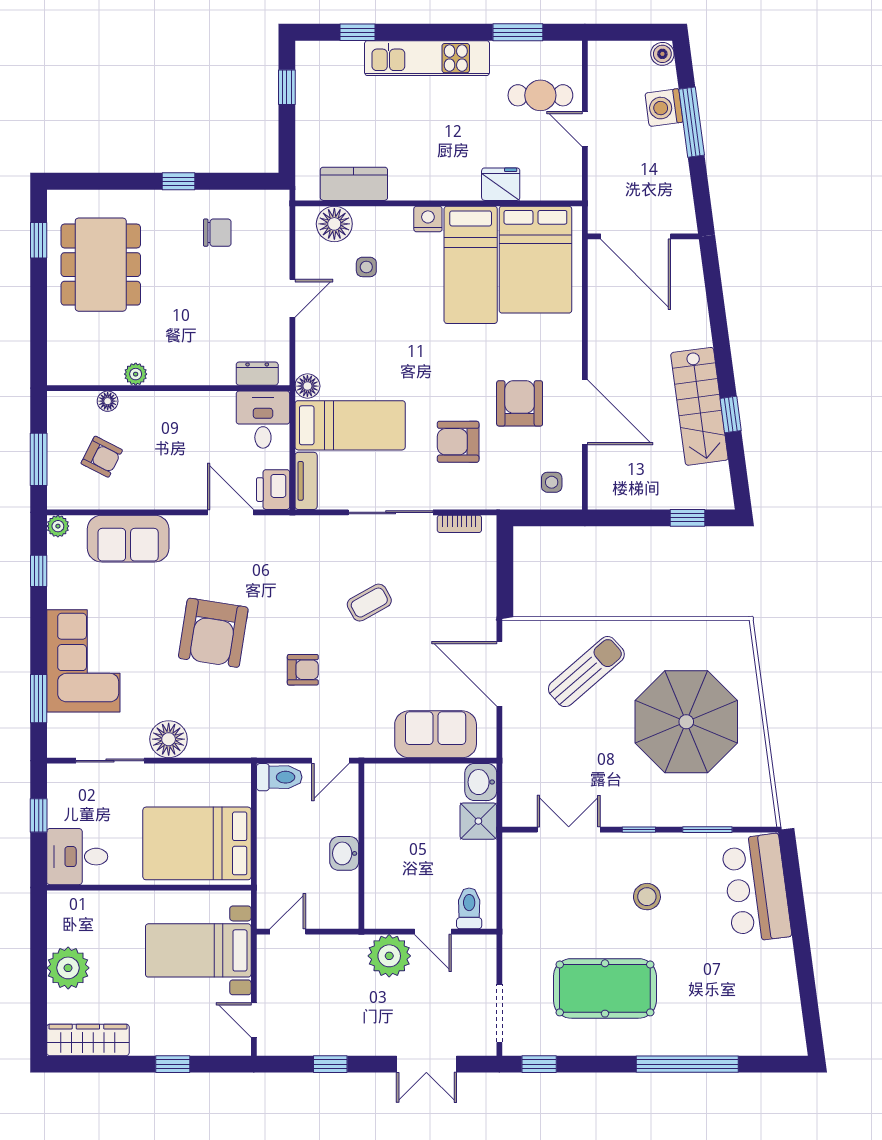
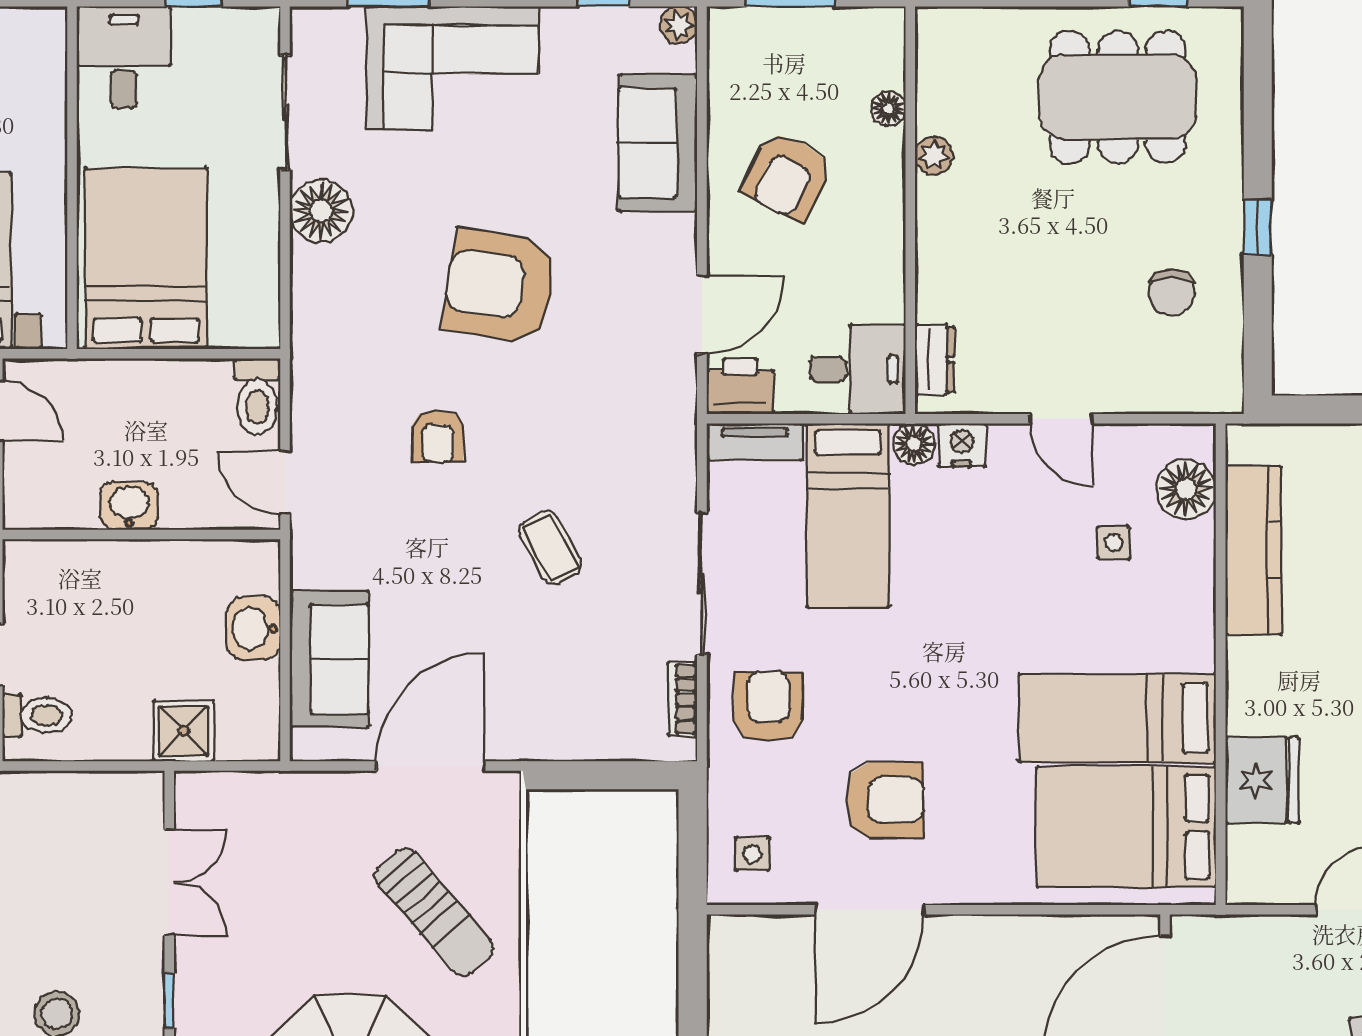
kitchen counter: (354, 184) -> (1253, 550), width x1.50
fridge: (501, 184) -> (1262, 780), width x1.36, depth x1.34
nightstand: (428, 219) -> (962, 445), moved, turned -90
armchair: (458, 442) -> (768, 706), moved
armchair: (102, 457) -> (787, 176), moved, width x1.38, depth x1.38
washbasin: (481, 782) -> (254, 628), moved, turned -90

